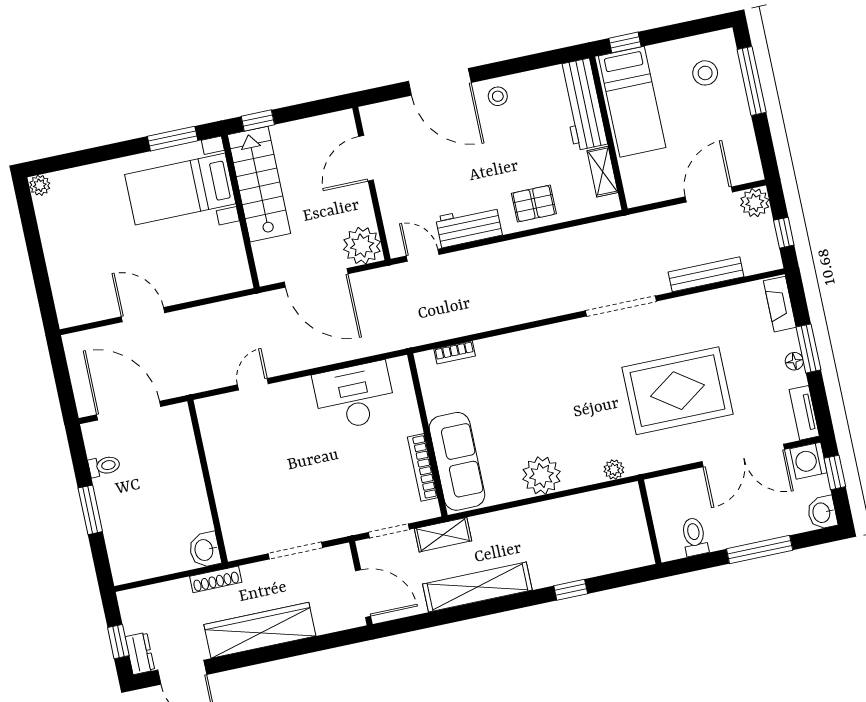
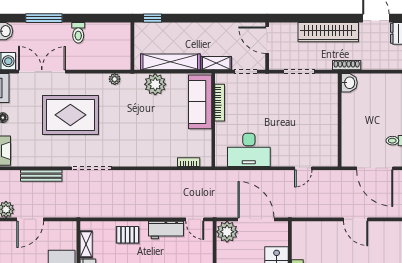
wall: (650, 522) -> (132, 46), moved
shelving: (477, 587) -> (170, 62), moved

